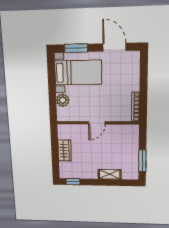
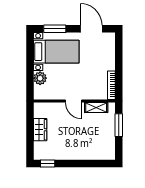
door: (97, 123) -> (73, 101), hinge flipped
window: (142, 161) -> (119, 125), moved
shelving: (110, 174) -> (96, 108), moved

